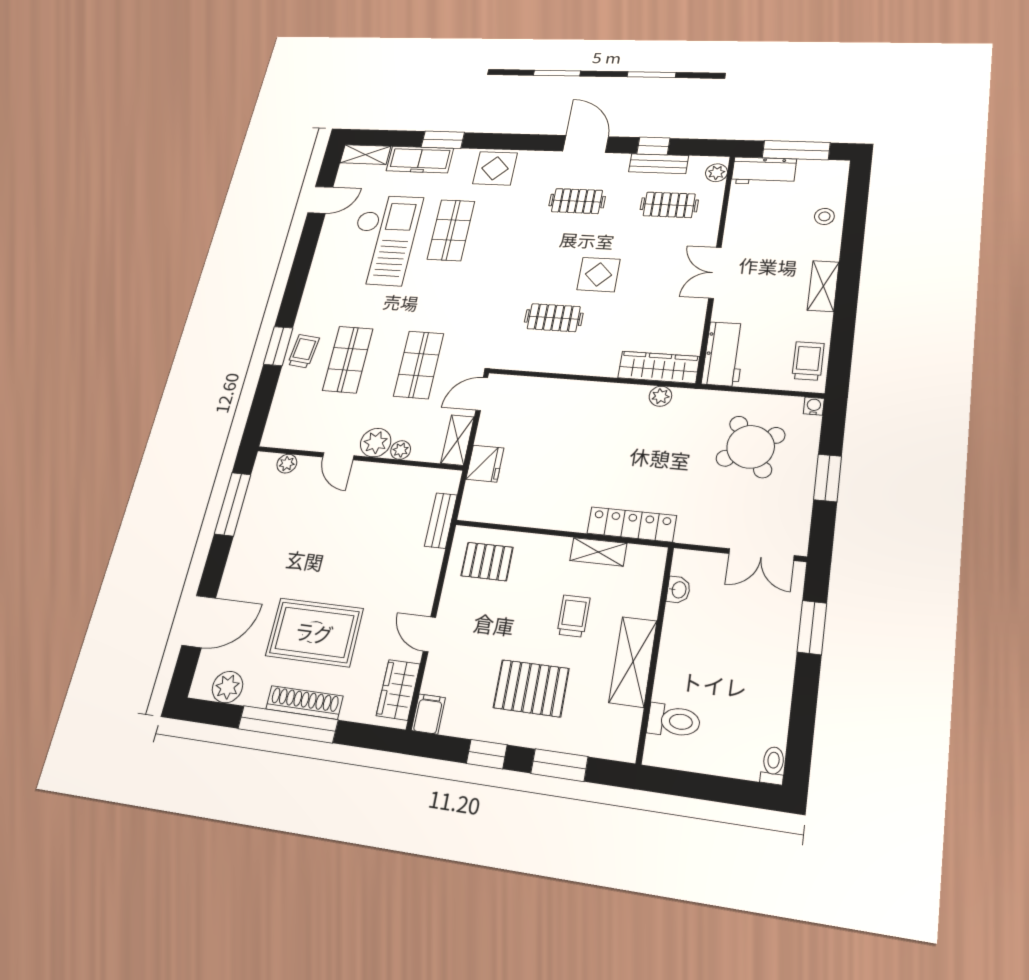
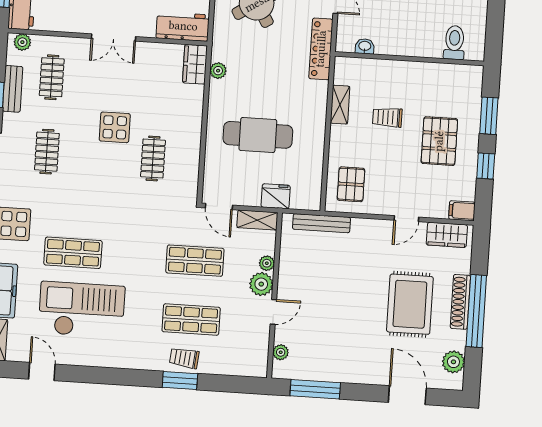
wardrobe: (659, 367) -> (195, 64), width x0.67
cafe table: (569, 444) -> (258, 135), added
bench: (441, 520) -> (321, 223), width x1.36
locker: (632, 524) -> (321, 49), moved
shelving: (633, 662) -> (417, 73), removed

